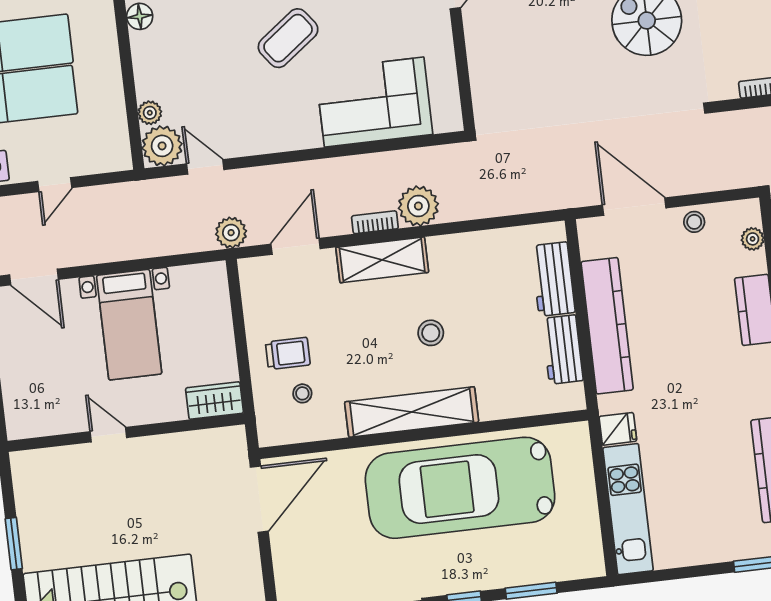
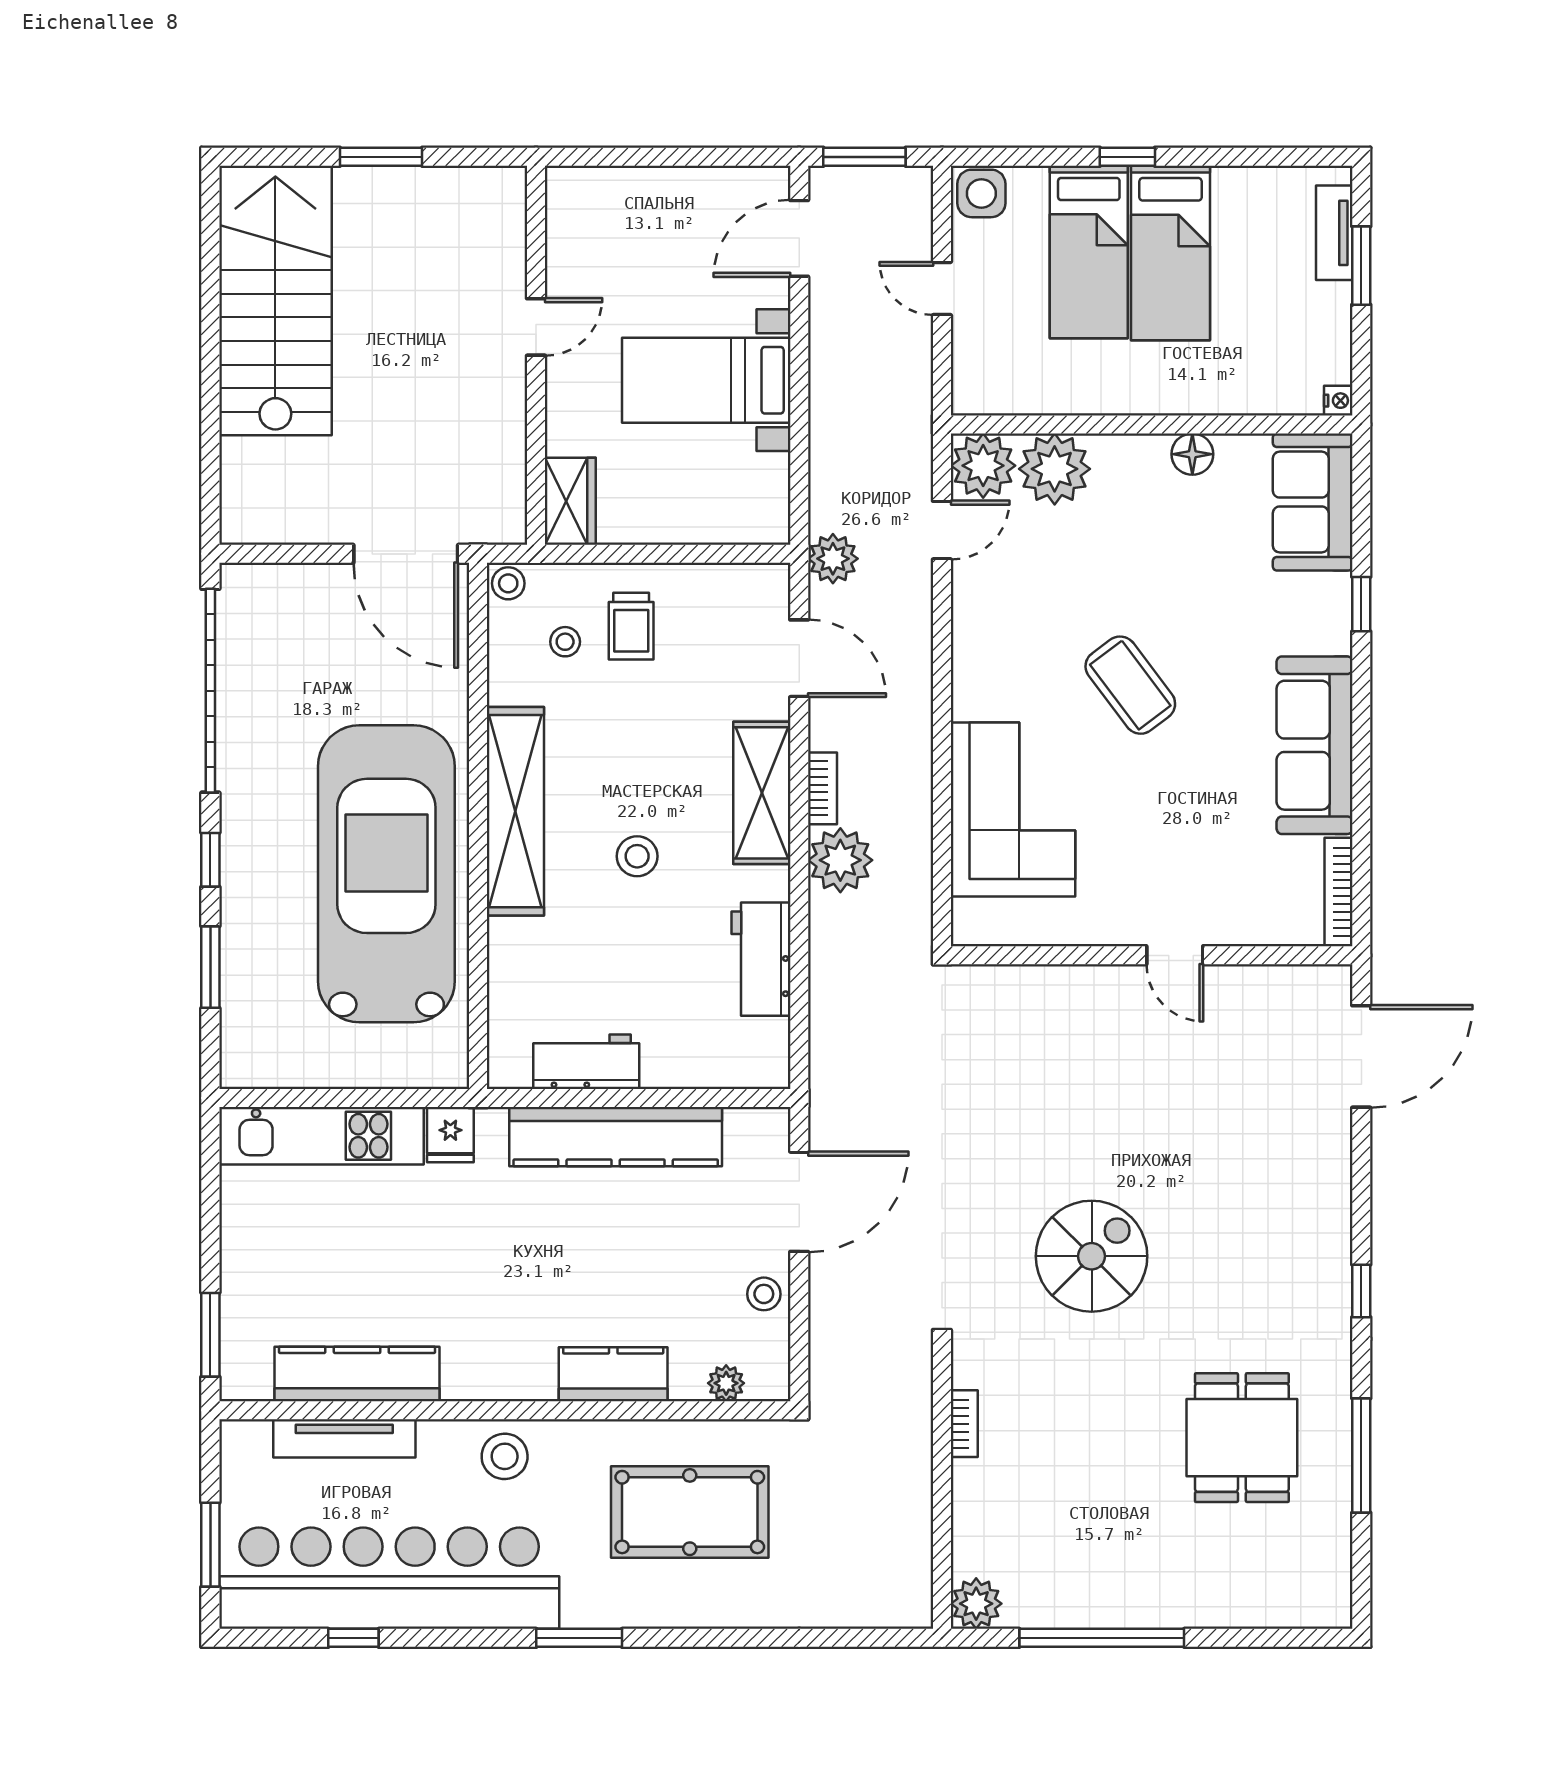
plant: (150, 113) -> (1055, 469), width x1.88, depth x1.88
workbench: (553, 279) -> (761, 959), moved, turned -90
stool: (270, 433) -> (508, 583), added

